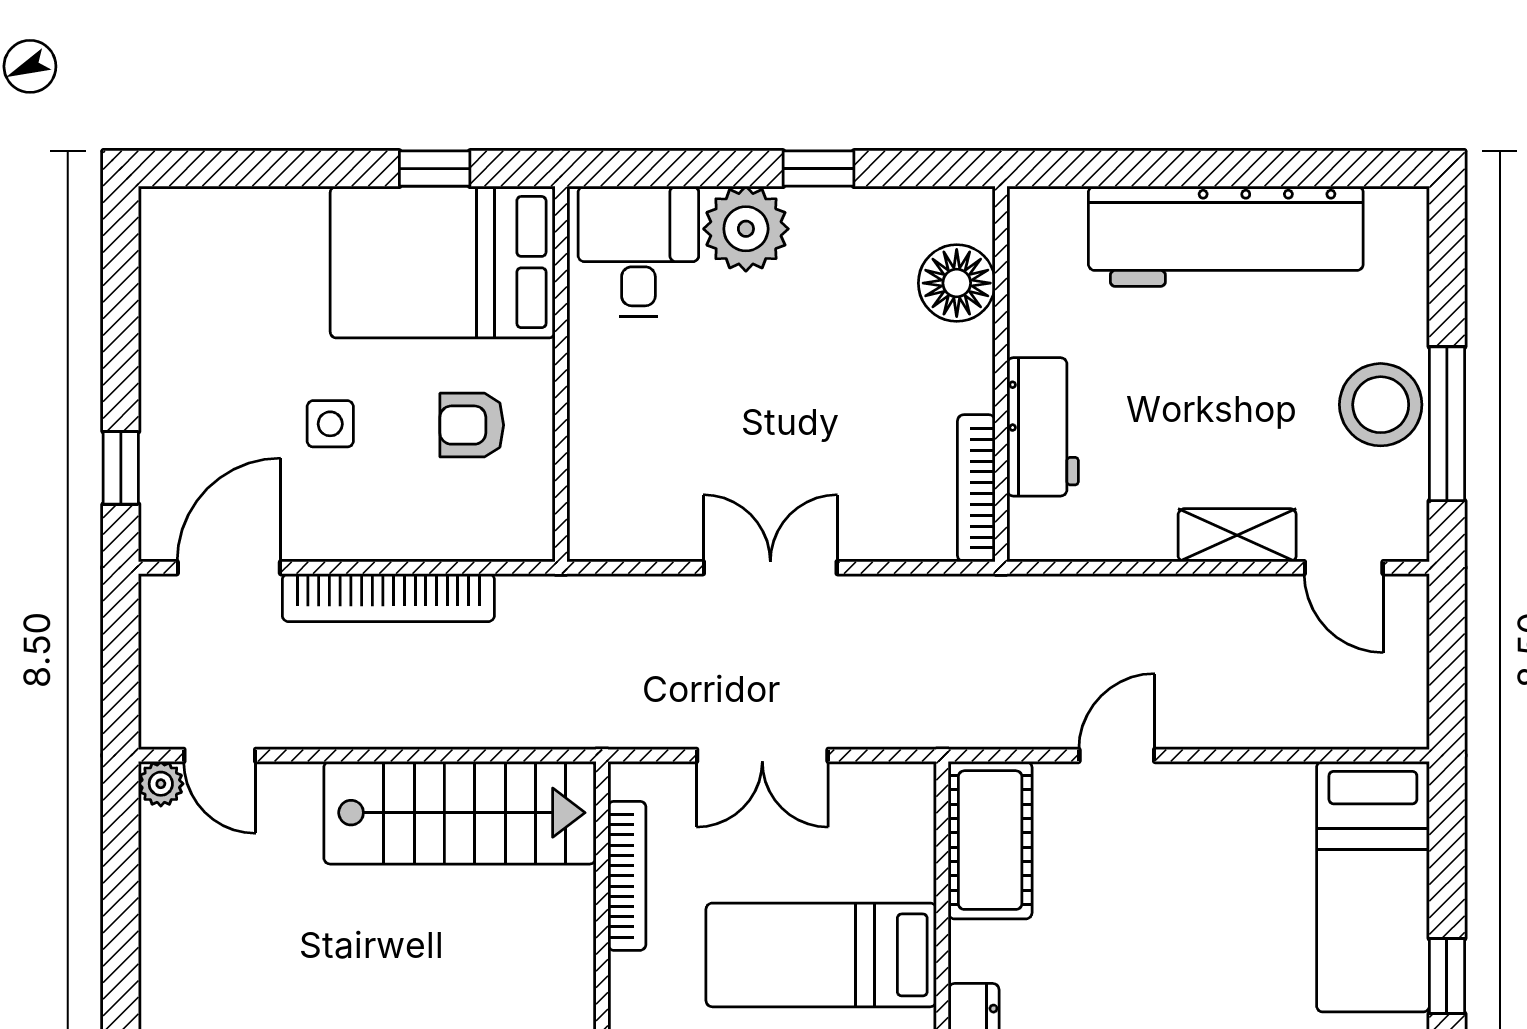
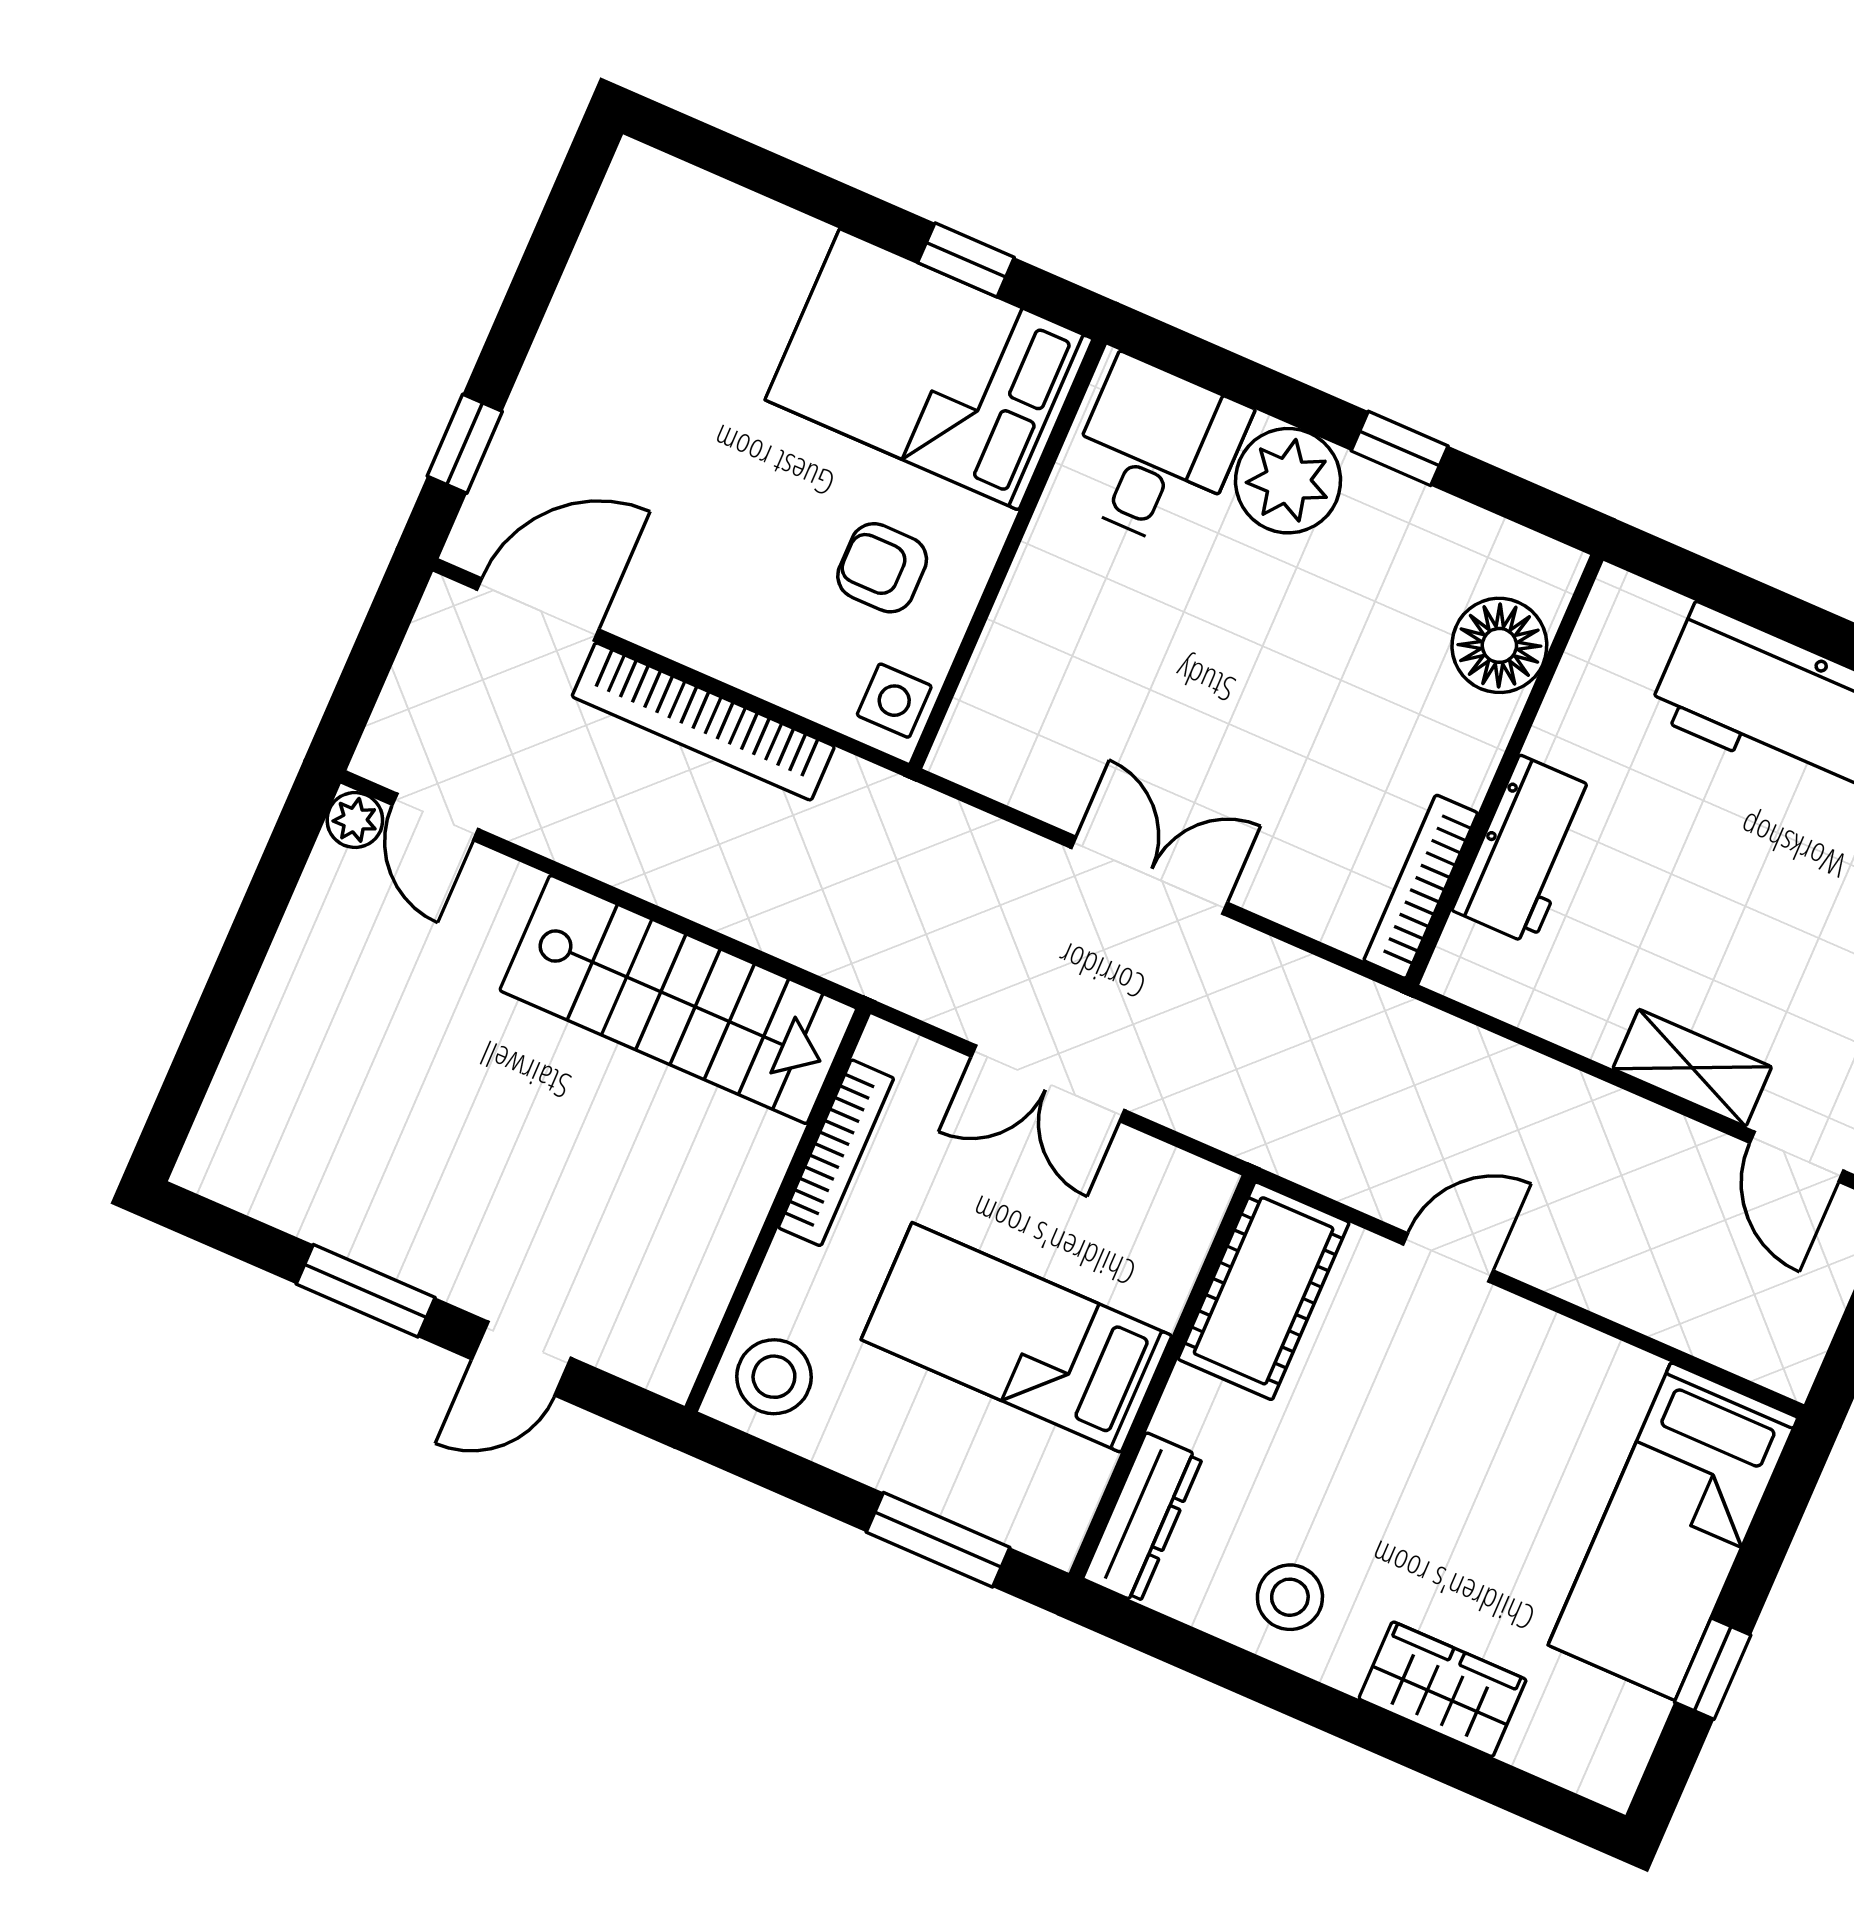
side table: (330, 424) -> (894, 701), moved

